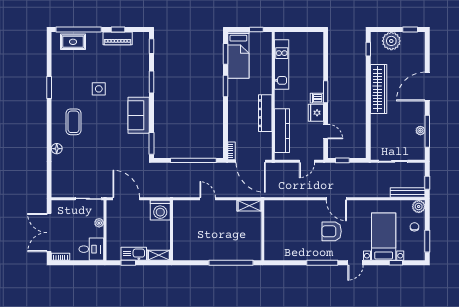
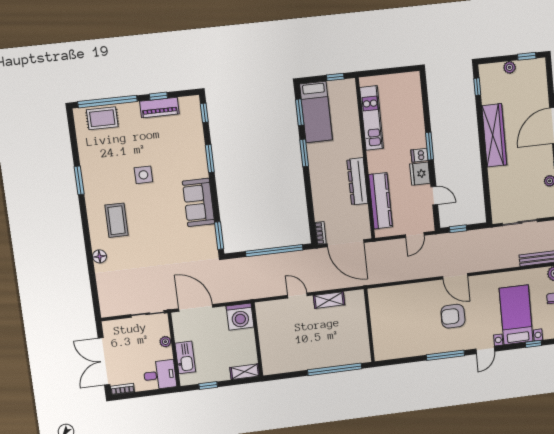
plant: (391, 41) -> (510, 67), width x0.53, depth x0.53
shelving: (249, 206) -> (329, 300), moved
kitchen sink: (134, 254) -> (185, 357), moved, turned 90

